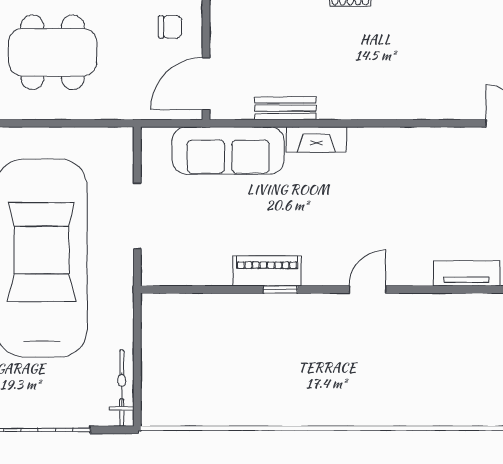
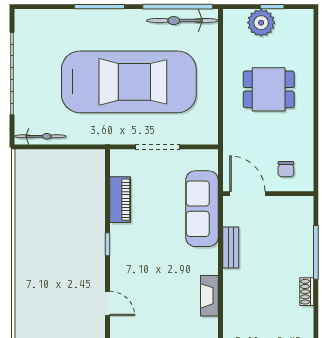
dining table: (53, 52) -> (269, 89), width x0.73
fireplace: (316, 140) -> (209, 296), moved
piano: (267, 271) -> (120, 200), moved

